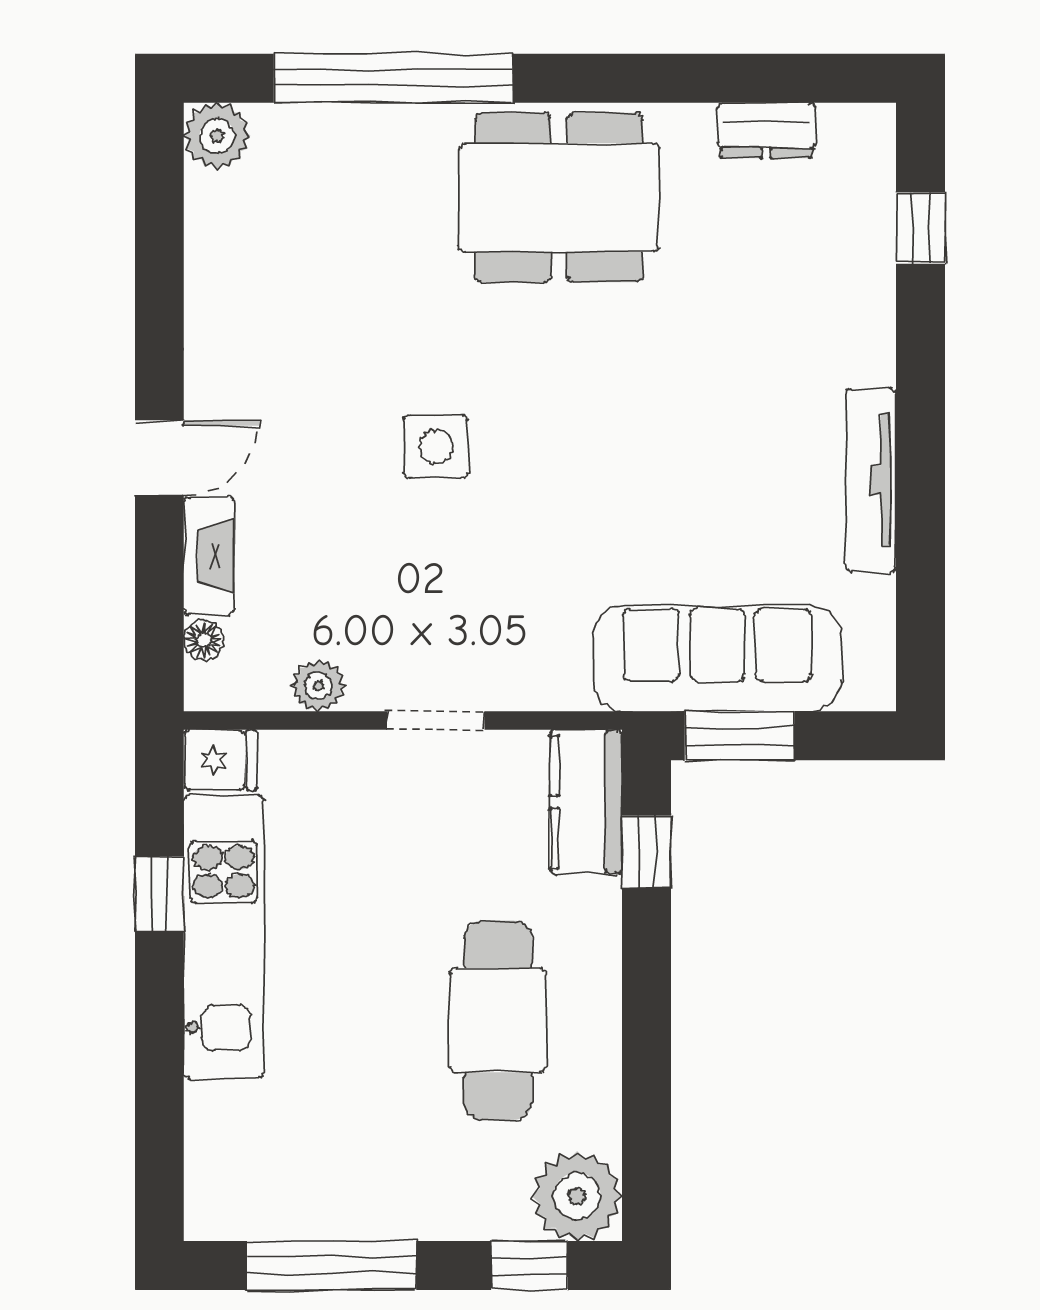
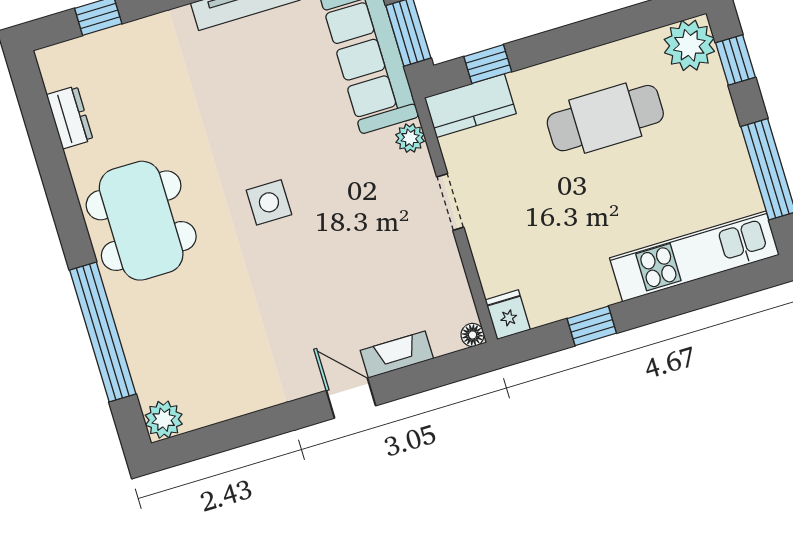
side table: (436, 446) -> (269, 202), moved
floor lamp: (204, 640) -> (473, 335), moved
plant: (318, 686) -> (410, 138), moved
kitchen unit: (224, 937) -> (694, 256), moved

